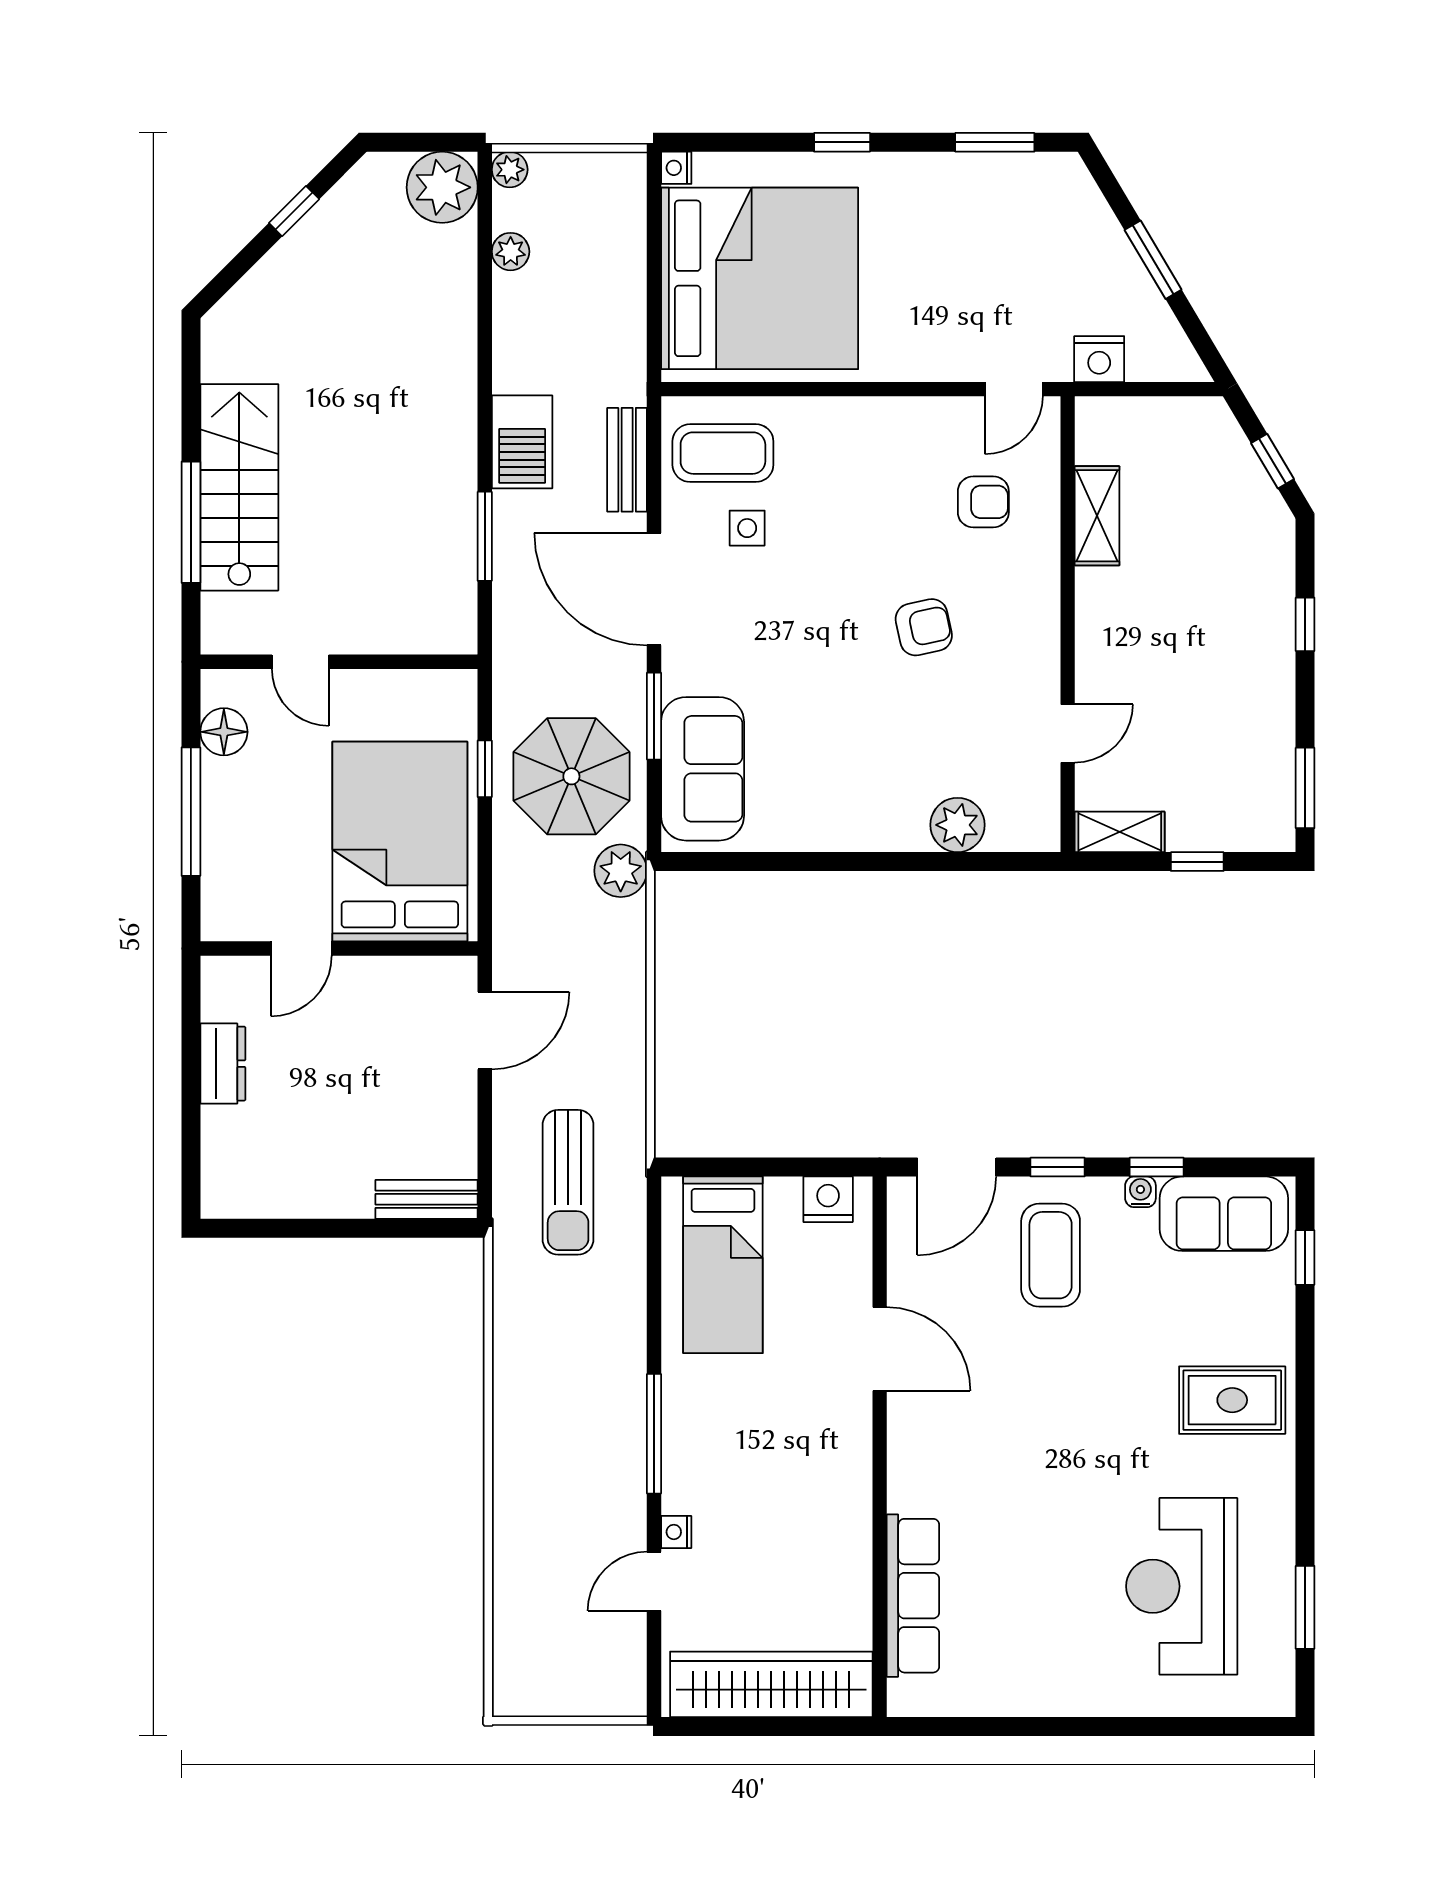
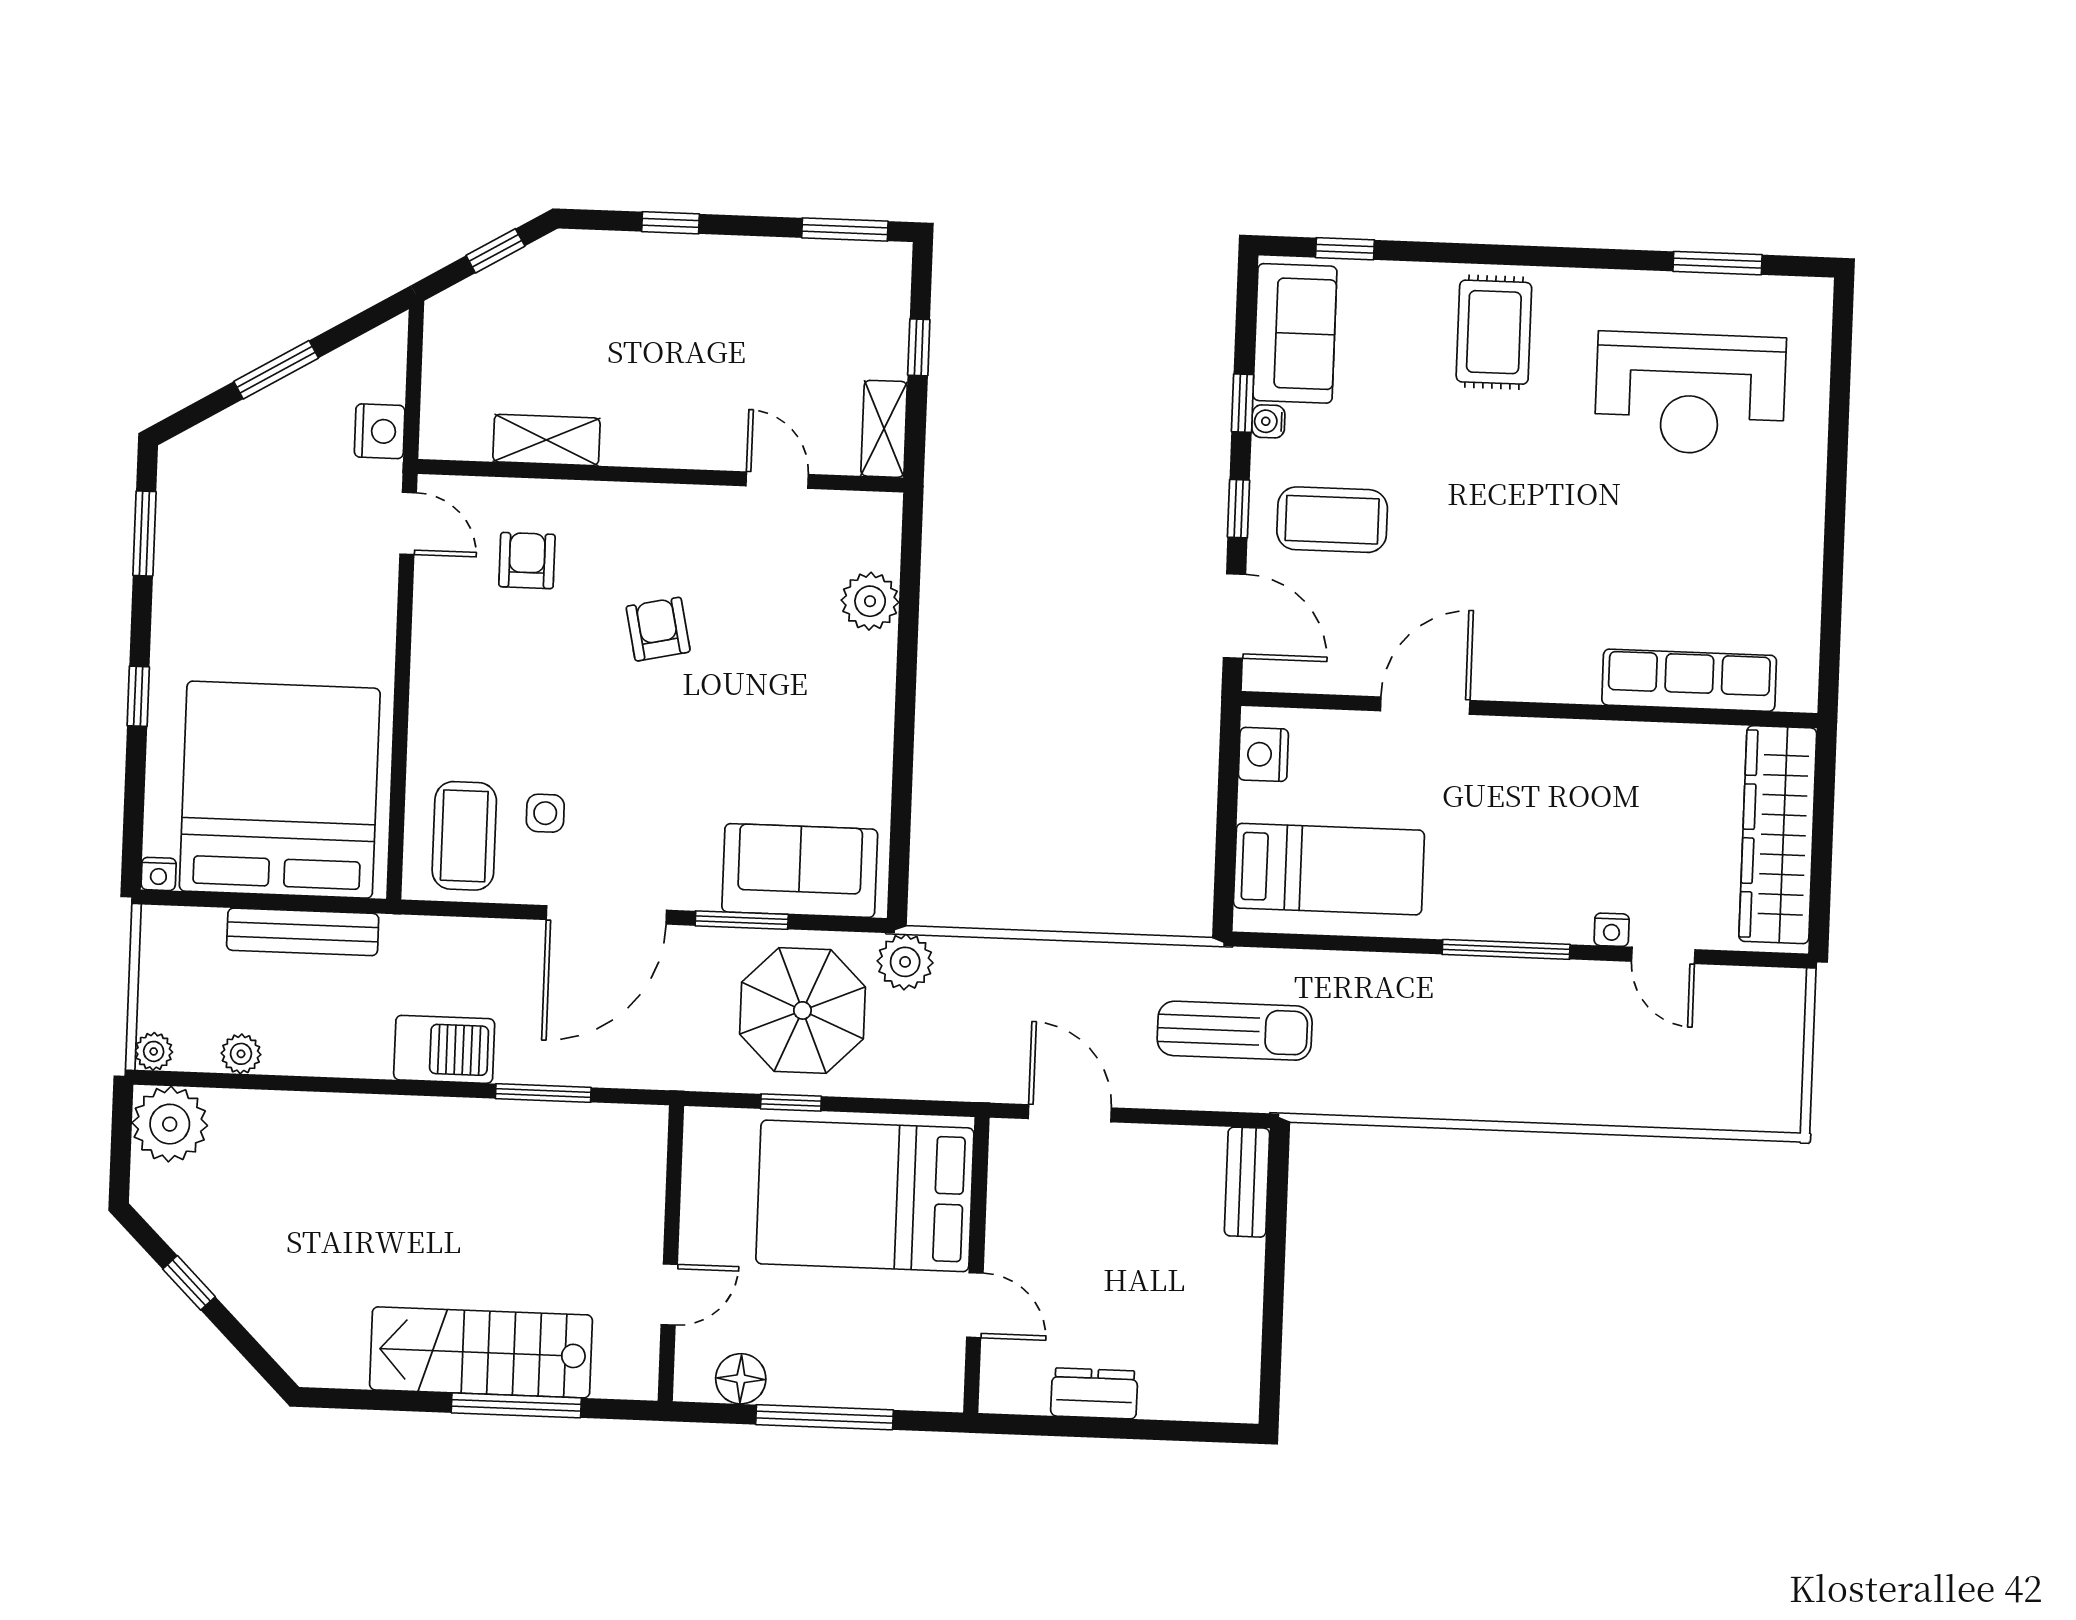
bench: (627, 460) -> (303, 932), moved, width x1.36

